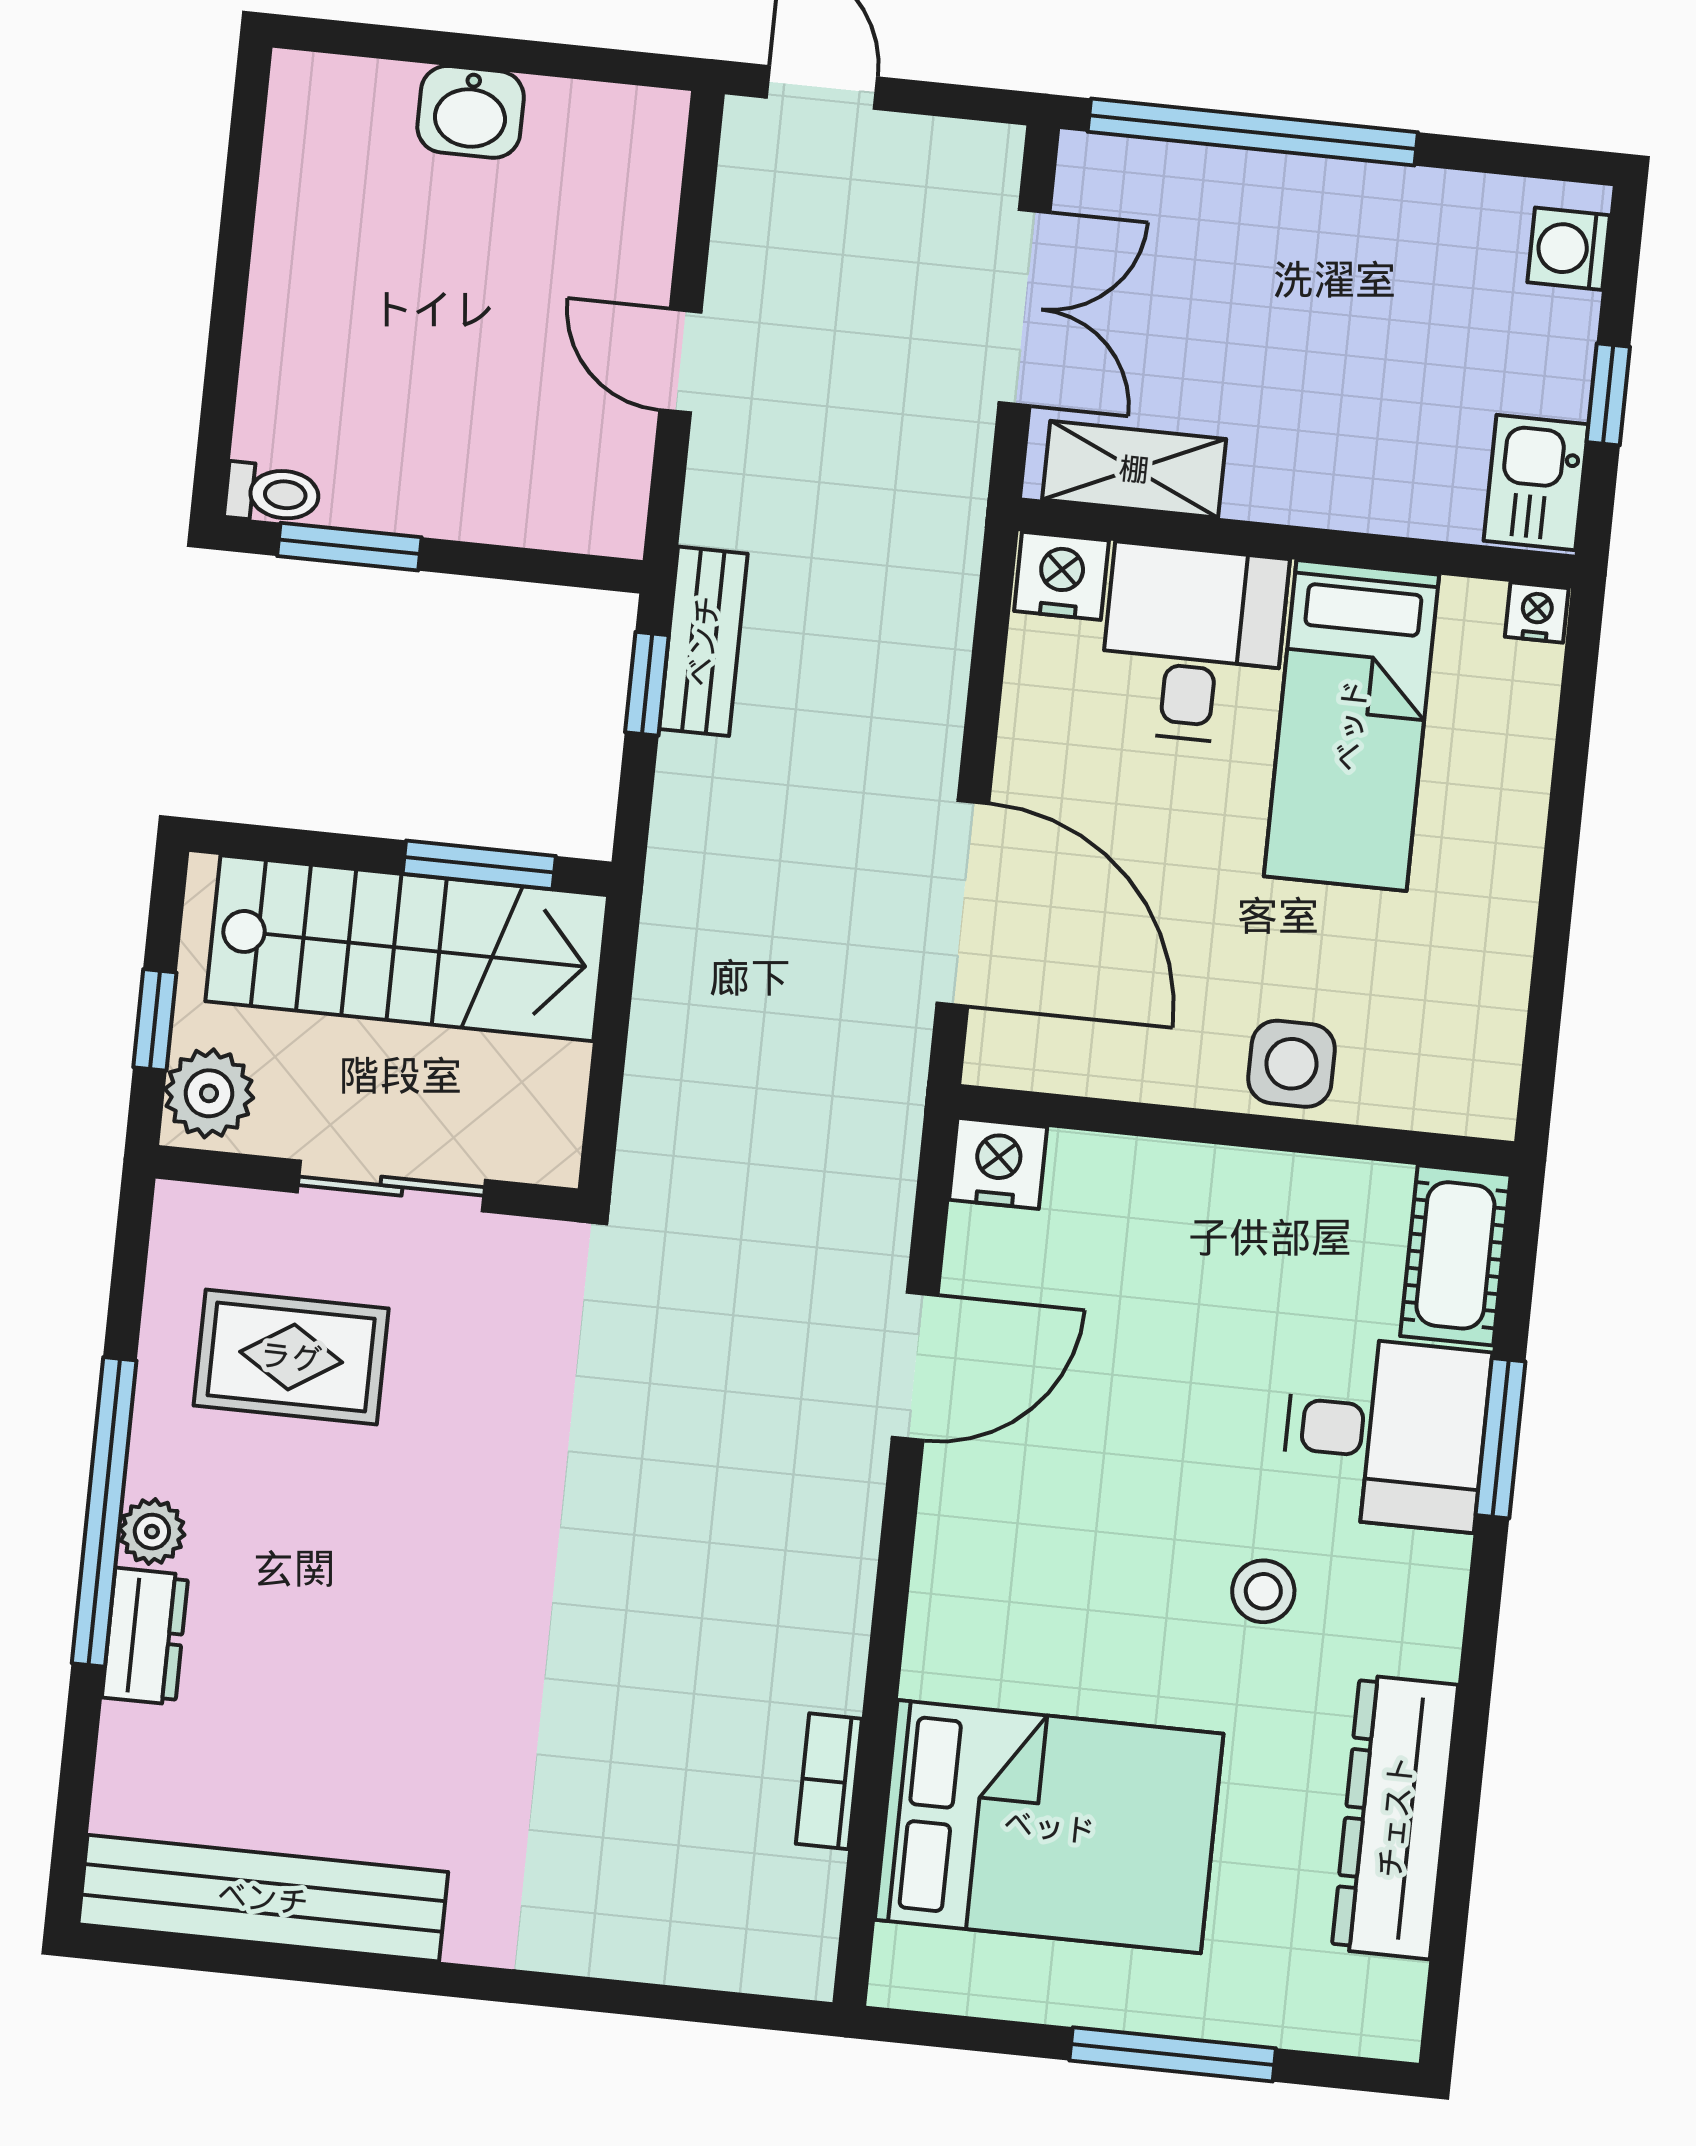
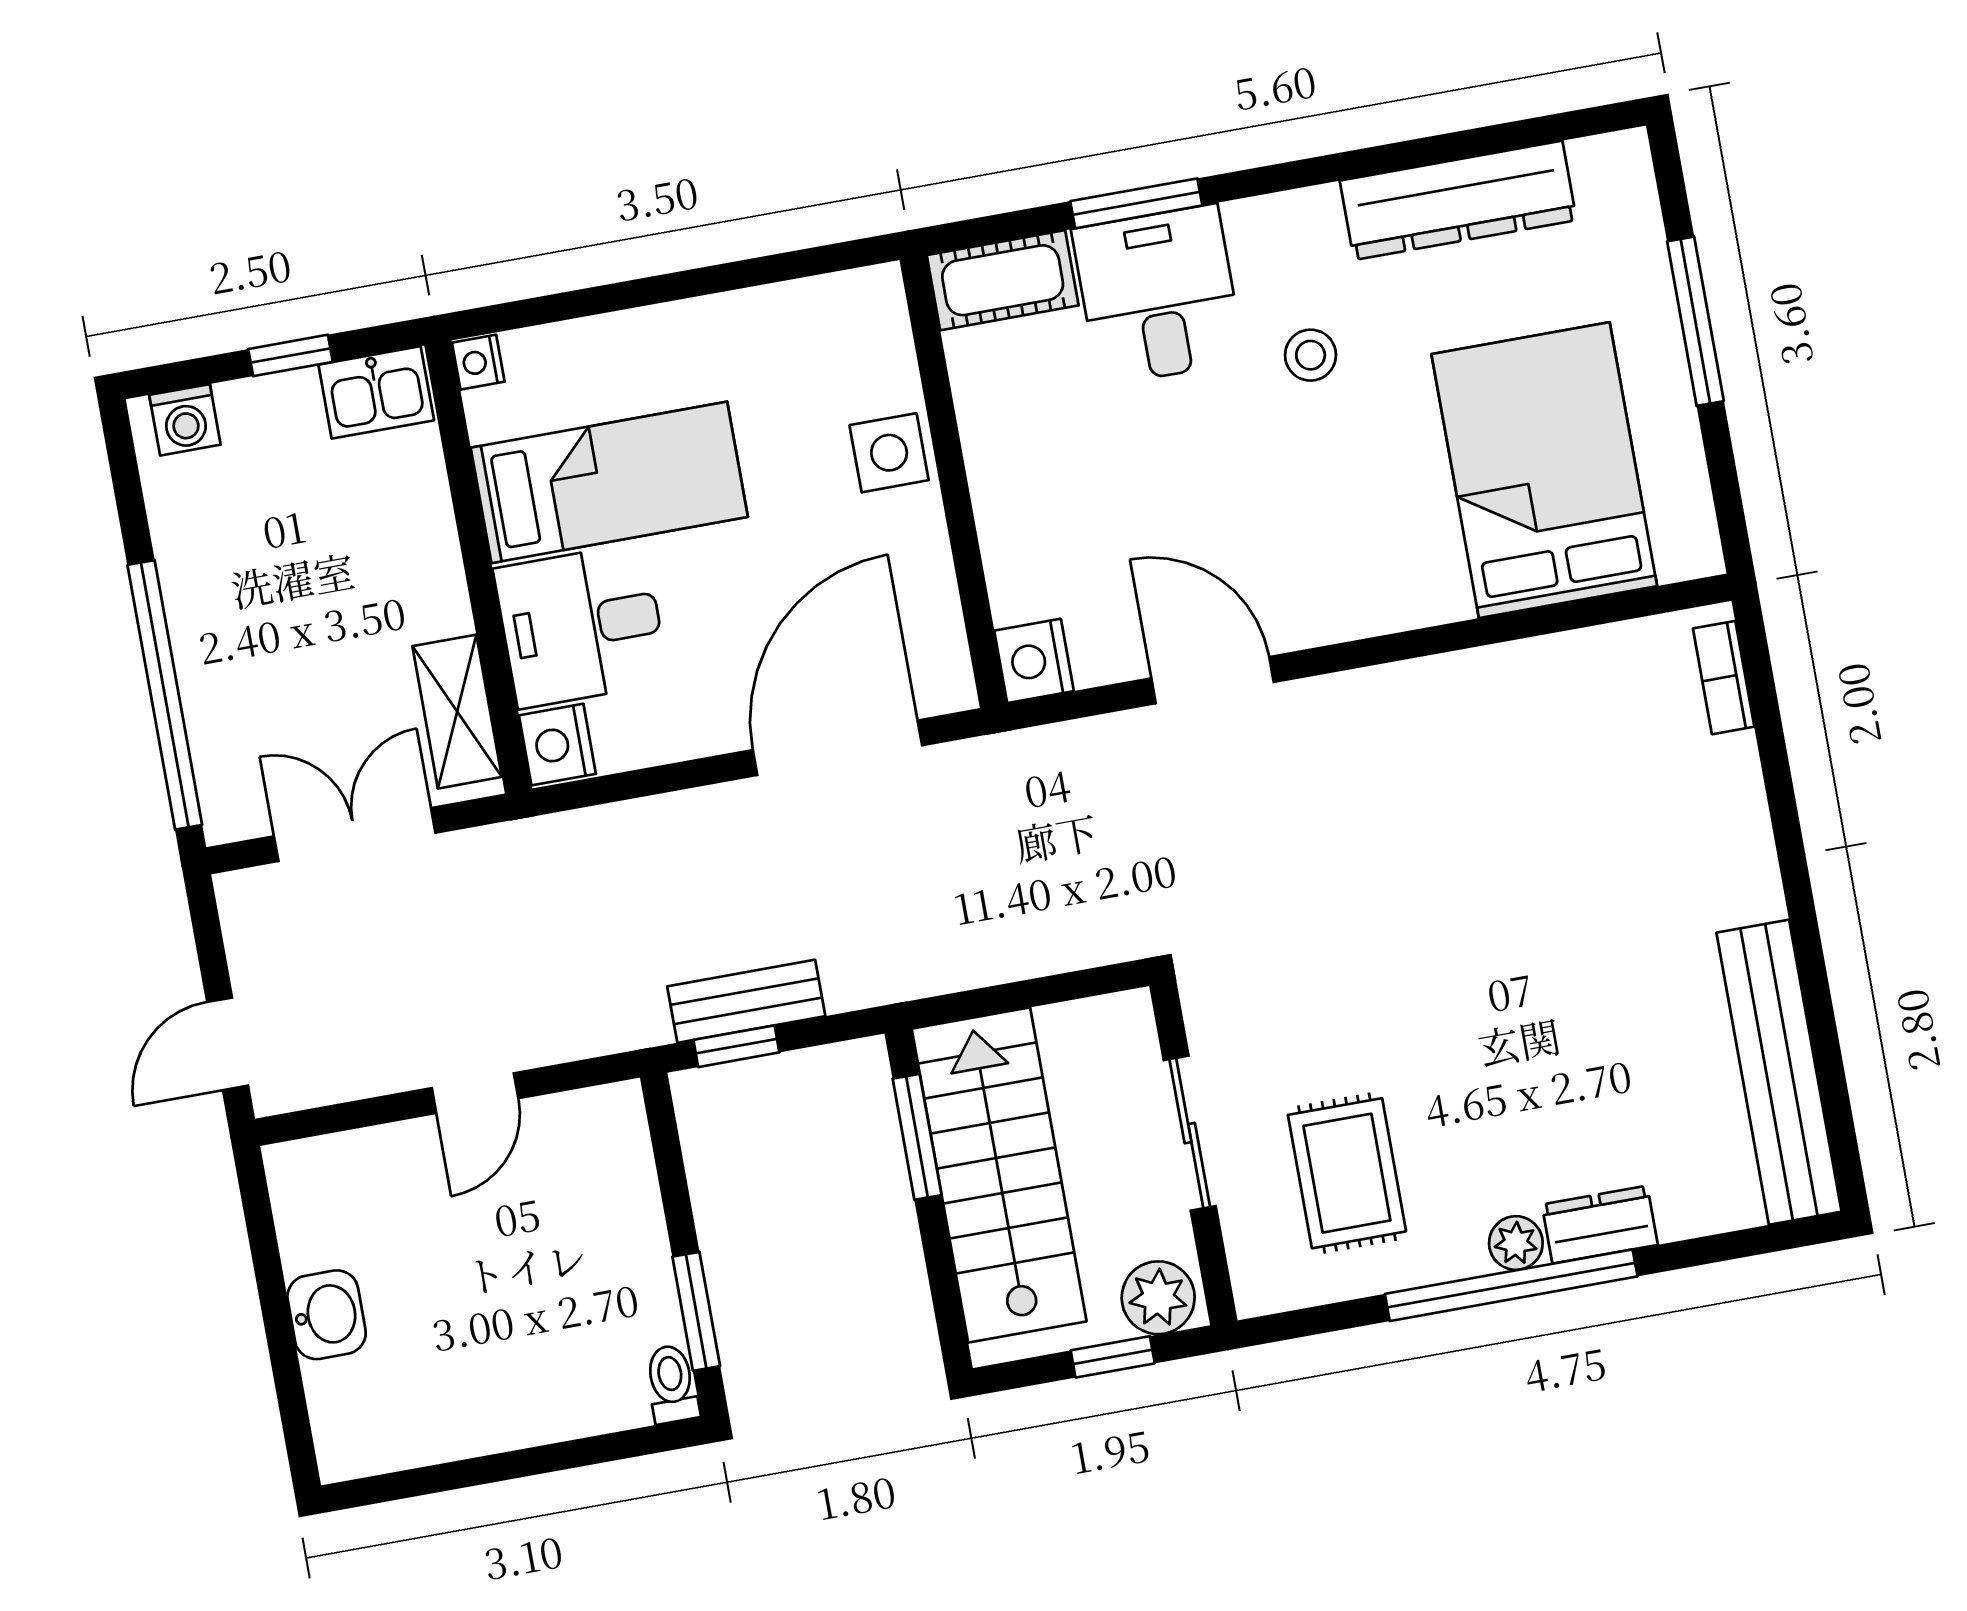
bench: (703, 641) -> (746, 1001), moved
bookcase: (829, 1781) -> (1724, 678), moved, turned 90

